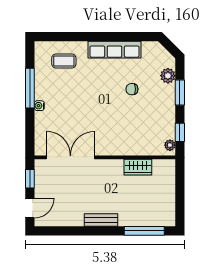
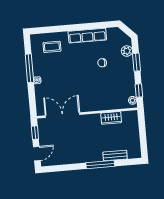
bench: (101, 220) -> (115, 156), moved
window: (144, 231) -> (100, 165), moved

